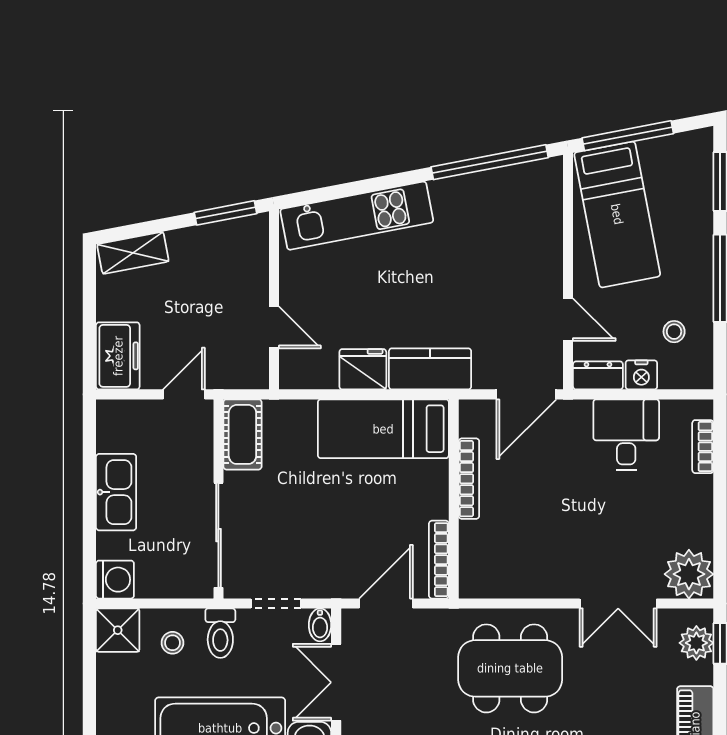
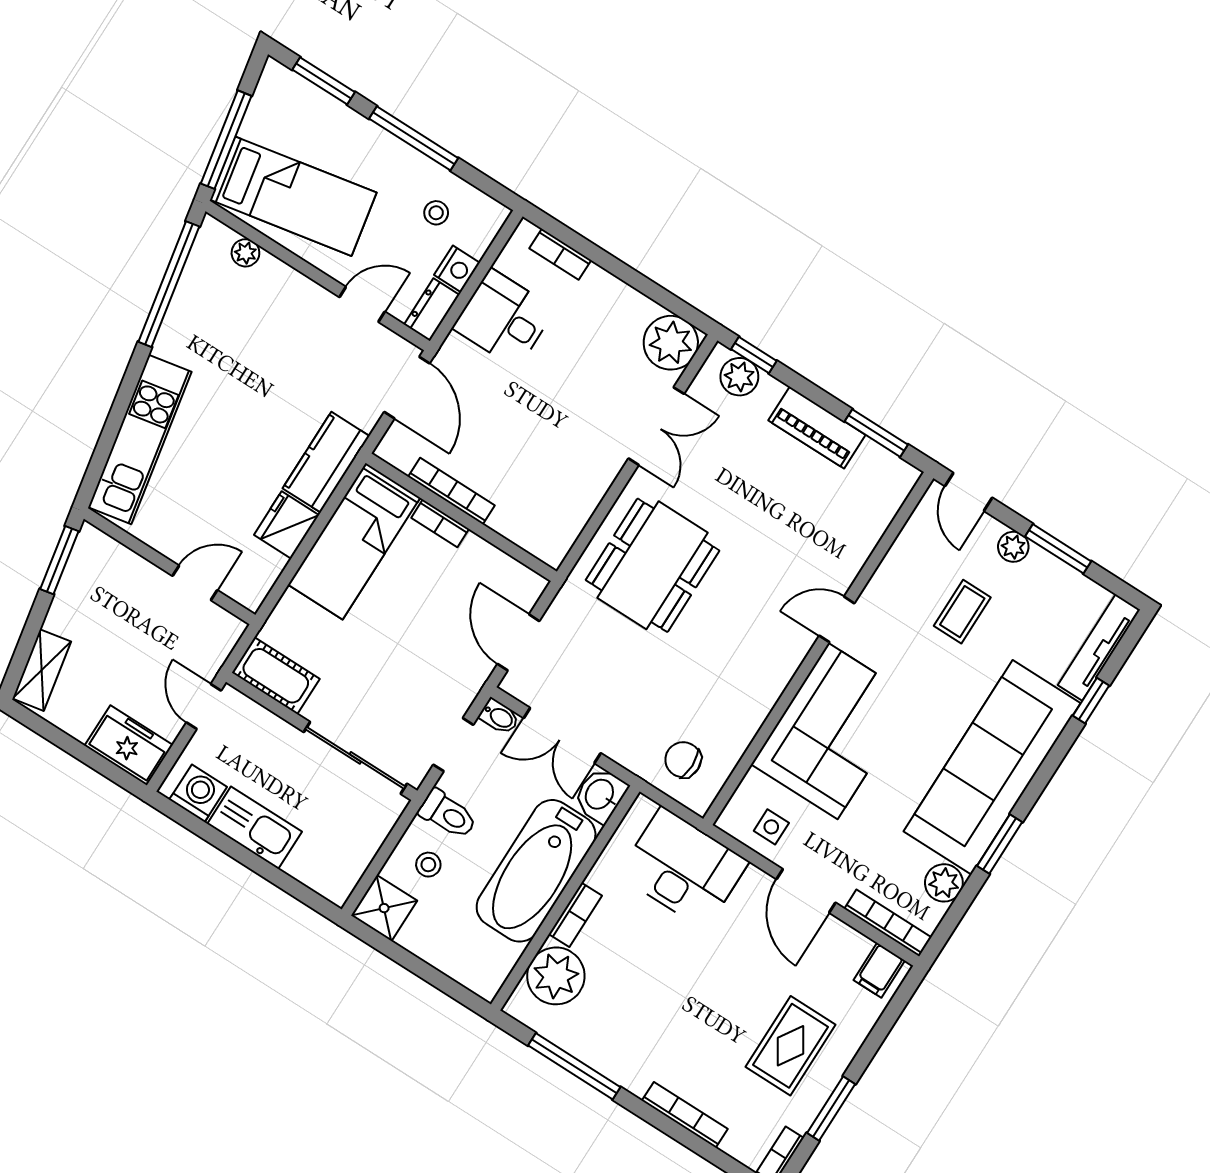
plant: (551, 206) -> (245, 253), added
bookcase: (439, 560) -> (440, 523), moved, width x0.64
washing machine: (115, 580) -> (198, 793), moved

